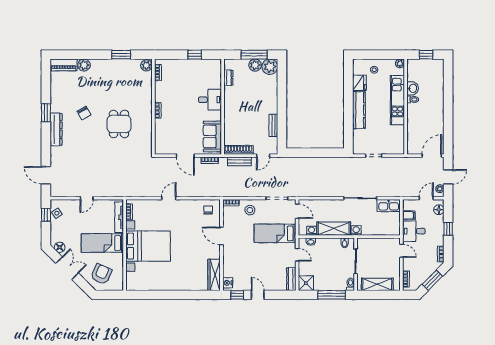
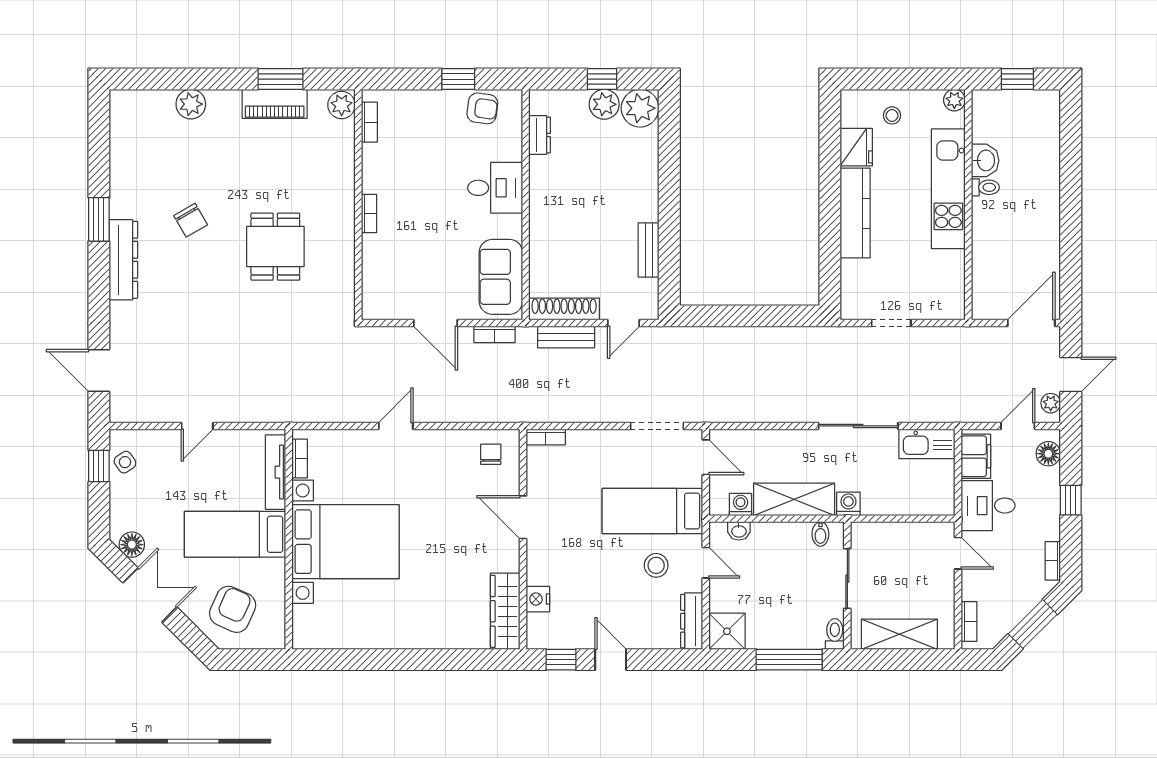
window: (254, 55) -> (602, 79), width x0.46
piano: (64, 65) -> (275, 104), moved
armchair: (205, 67) -> (482, 108), added
stool: (250, 210) -> (656, 565), moved
filing cabinet: (409, 215) -> (976, 456), width x2.00
nightstand: (228, 283) -> (538, 599), moved

